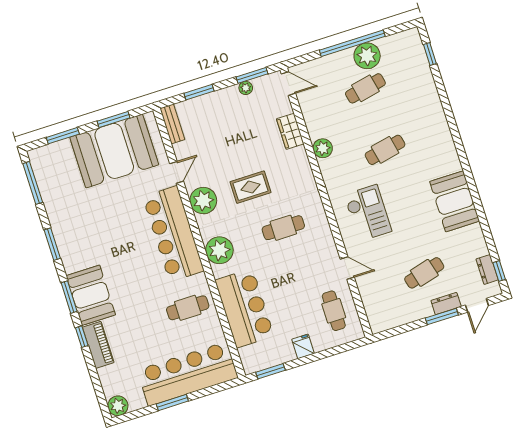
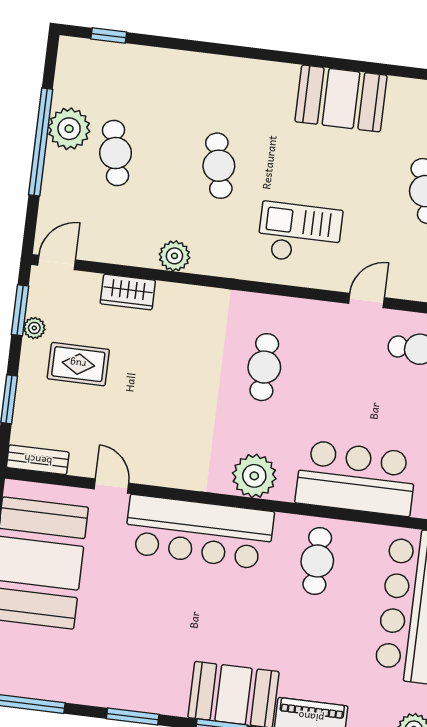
rug: (250, 187) -> (78, 364), moved, turned 90
plant: (203, 201) -> (171, 466), removed

